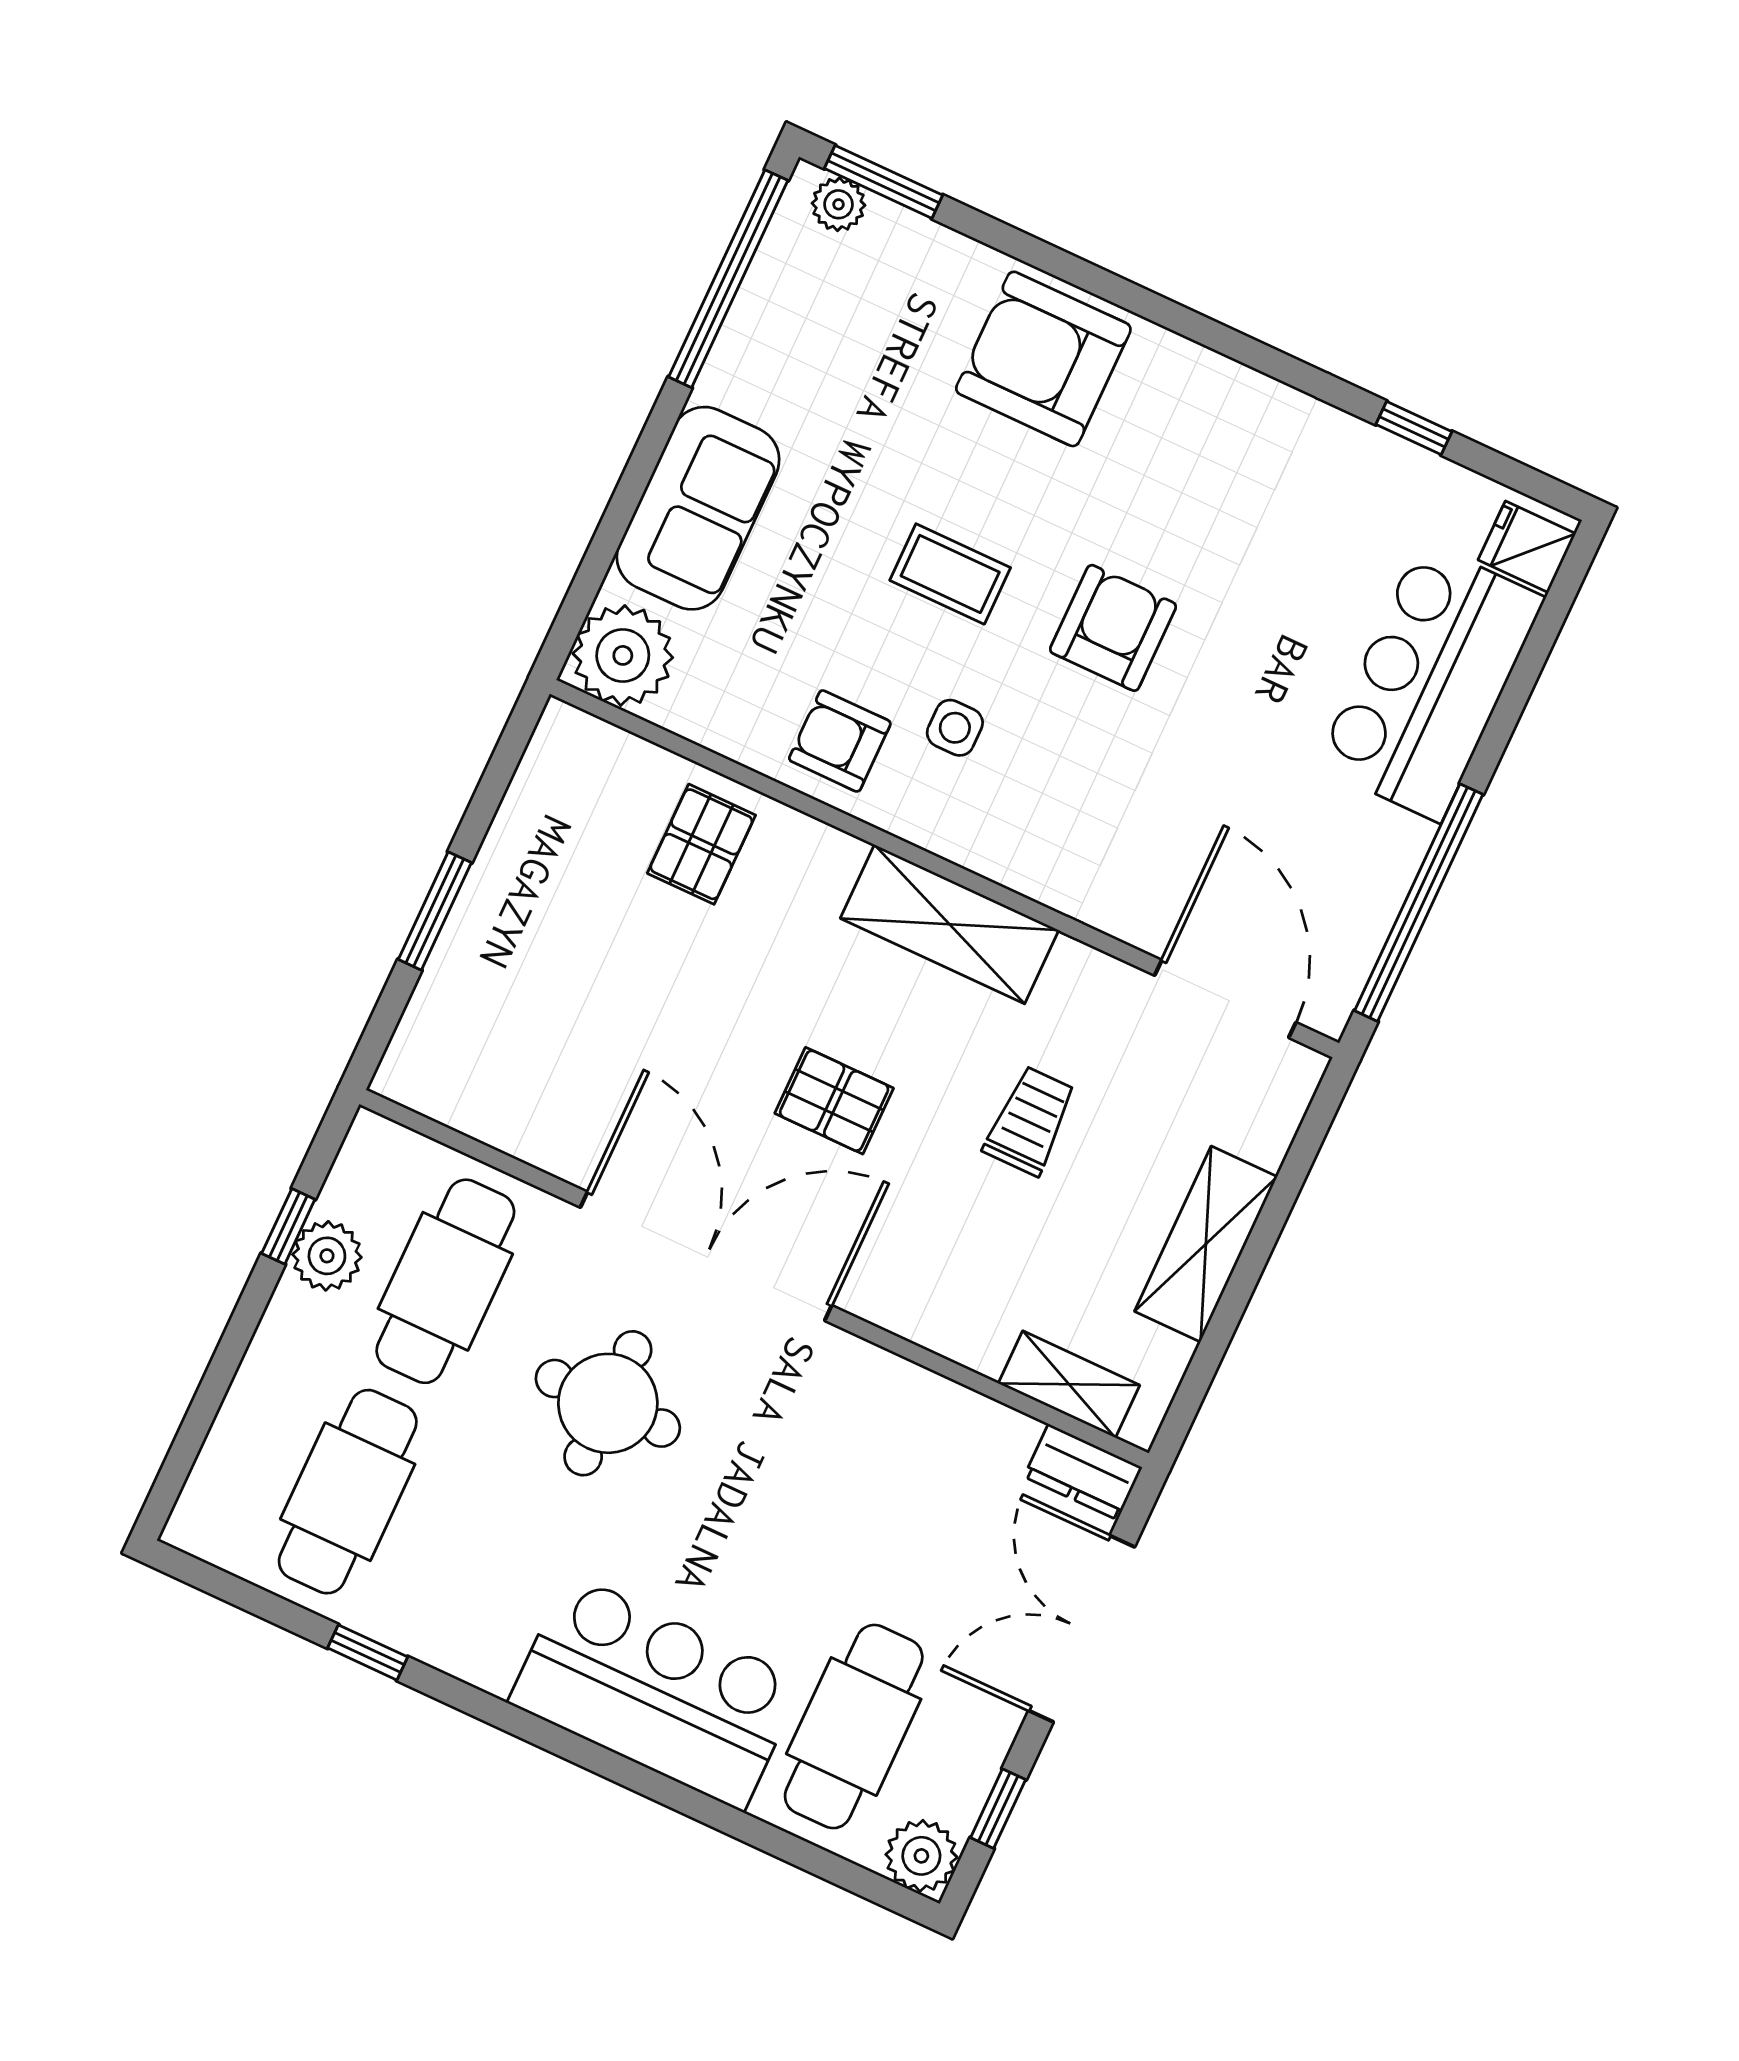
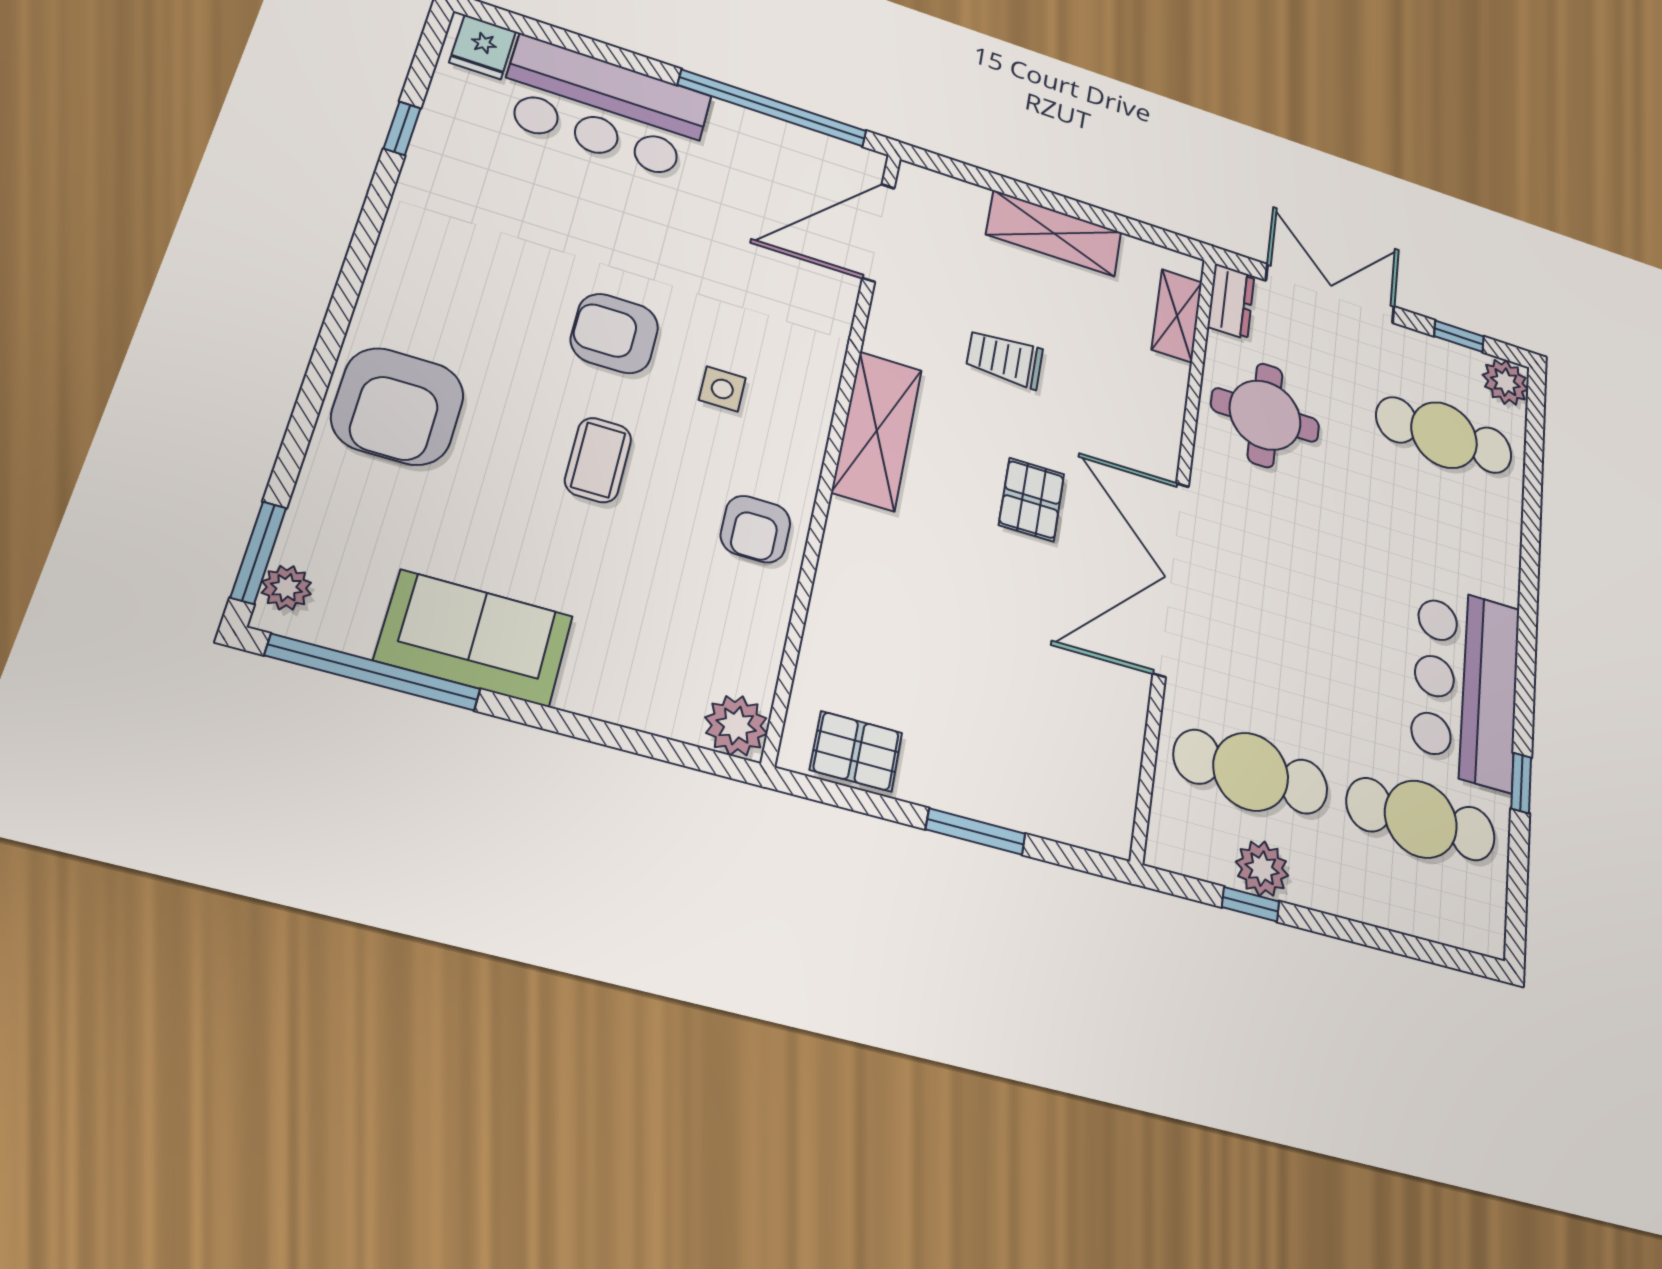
sofa: (698, 508) -> (474, 638), moved
plant: (623, 655) -> (736, 726), width x0.73, depth x0.73
side table: (955, 728) -> (722, 389), moved
pallet: (701, 844) -> (856, 751), moved
round table: (608, 1403) -> (1265, 415), moved
double door: (1082, 1629) -> (1330, 294), swing flipped
bar counter: (656, 1692) -> (1466, 685), moved

